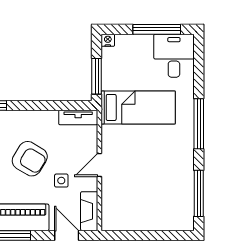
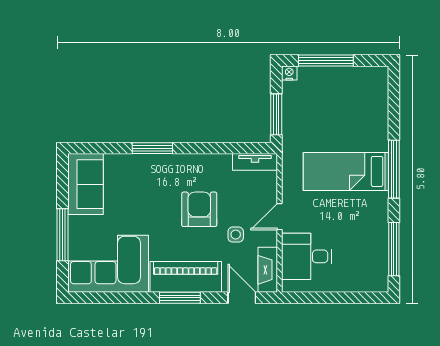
window: (157, 29) -> (326, 60), moved
desk: (174, 56) -> (307, 256), moved, turned -90
bed: (138, 107) -> (346, 171), moved, turned 180
armchair: (30, 159) -> (199, 209), turned -121

